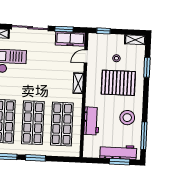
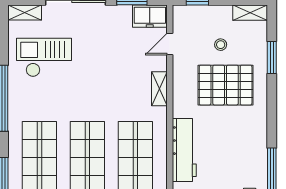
freezer: (70, 39) -> (150, 16), width x0.71
stool: (127, 118) -> (243, 142), removed
workbench: (92, 121) -> (184, 150), width x1.38

